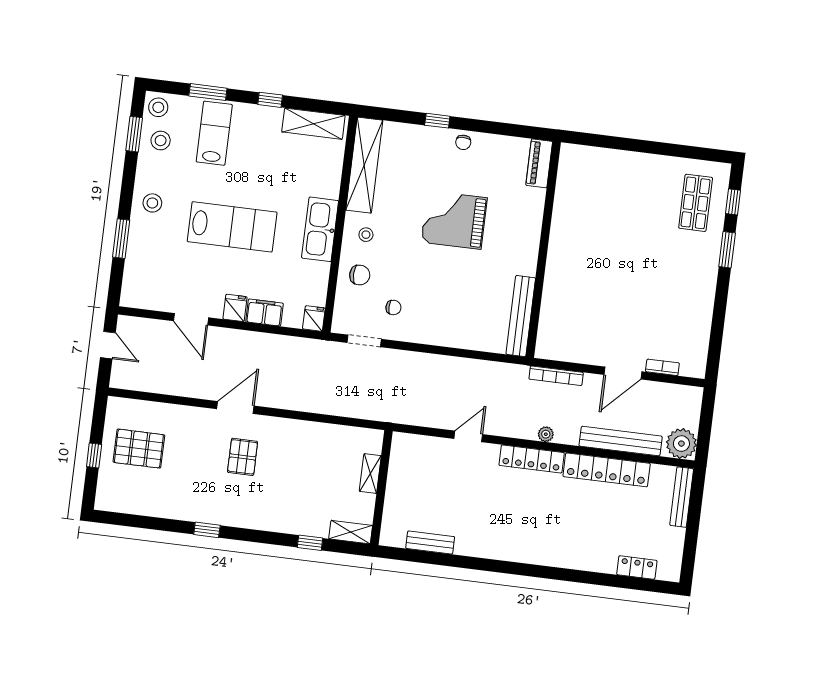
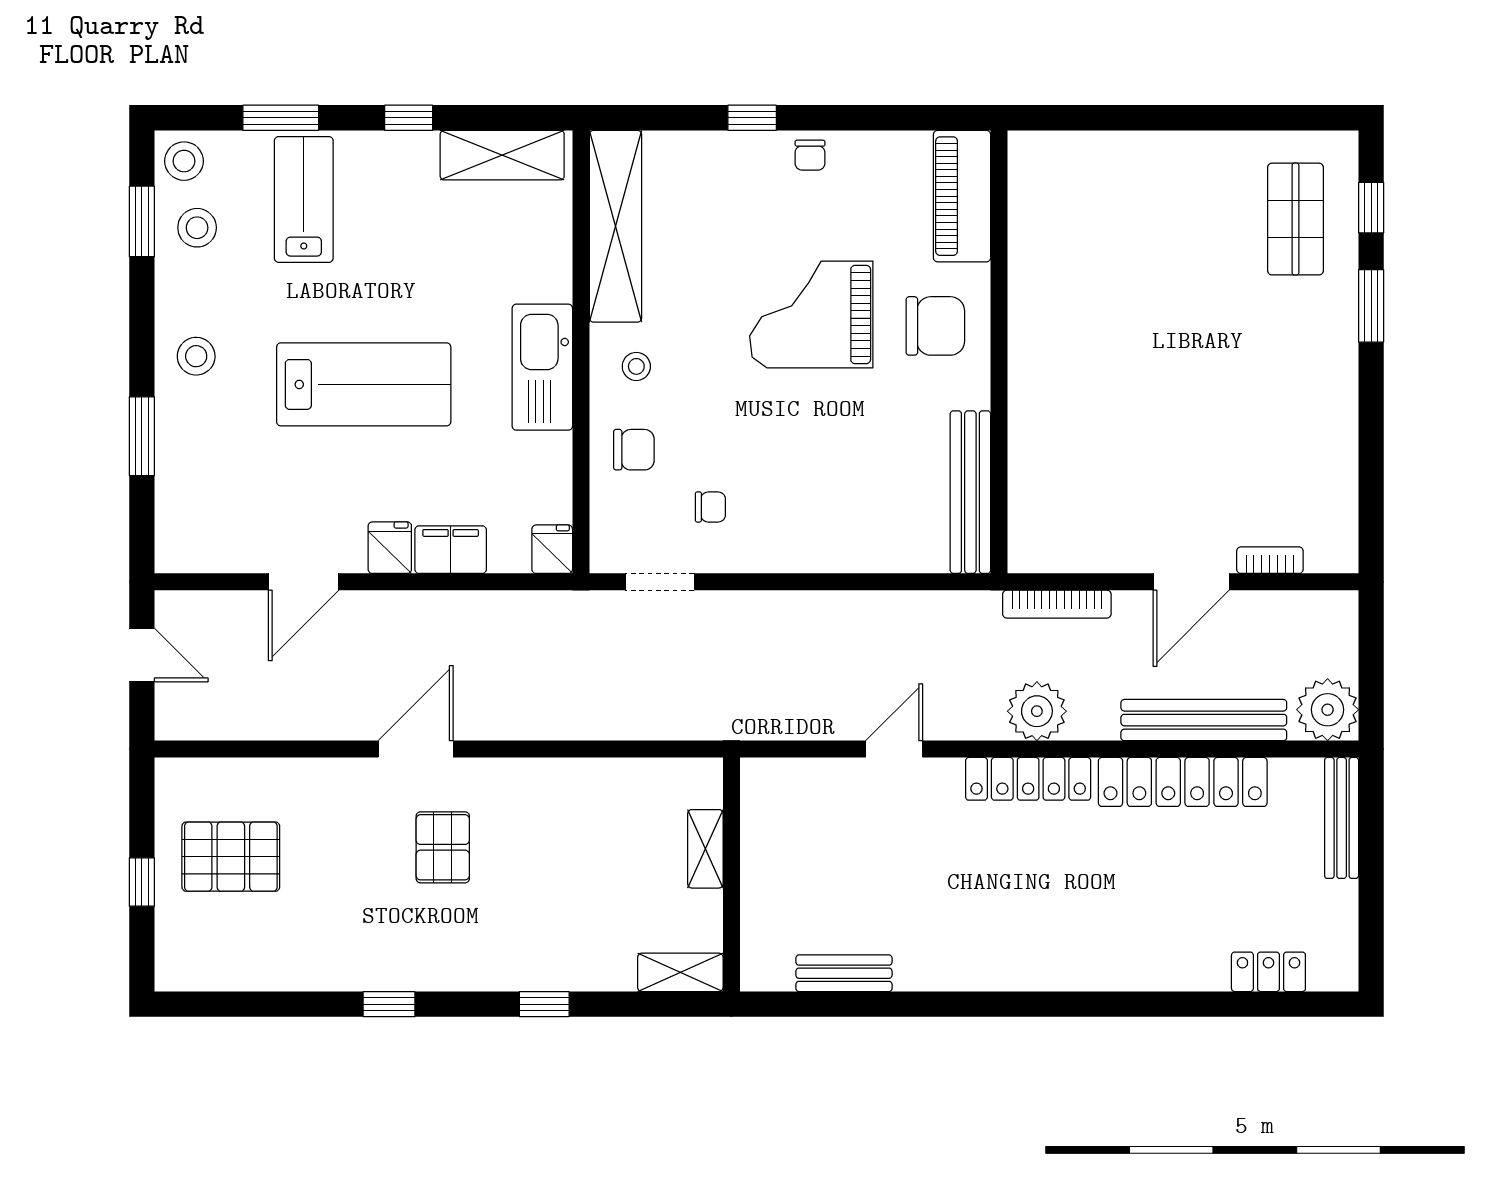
piano: (539, 163) -> (962, 196), width x1.37, depth x1.33
chair: (514, 233) -> (935, 326), added
door: (191, 319) -> (304, 582), hinge flipped
plant: (546, 434) -> (1037, 711), width x1.88, depth x1.88
window: (310, 543) -> (544, 1004), moved

